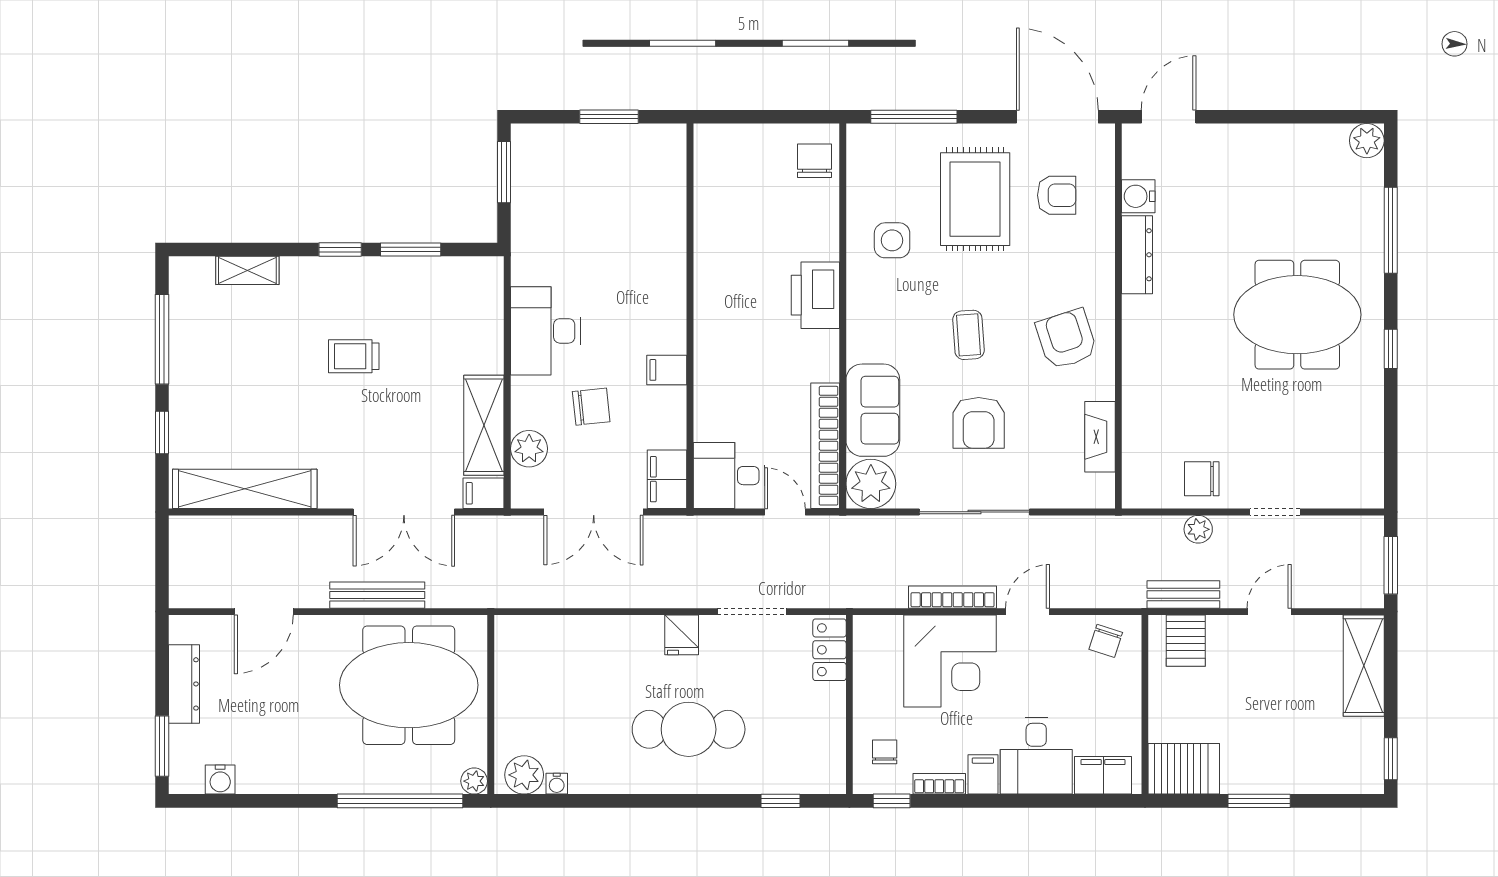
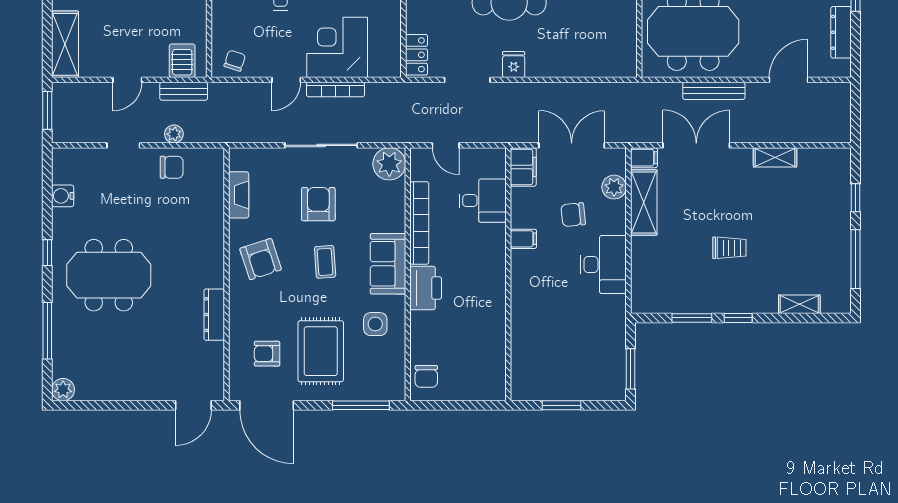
water cooler: (1138, 196) -> (63, 196), moved, turned 180
sofa: (873, 410) -> (388, 264), moved
bookcase: (825, 446) -> (419, 223), moved
desk: (729, 476) -> (483, 201), moved
shelving: (245, 489) -> (775, 157), width x0.45, depth x0.75

